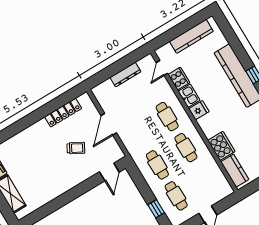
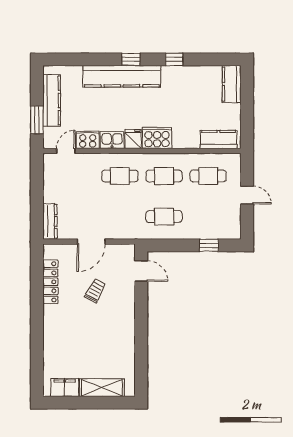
window: (171, 34) -> (37, 120), added
door: (162, 68) -> (66, 151), swing flipped
dresser: (125, 75) -> (50, 221), moved
door: (109, 124) -> (91, 242), hinge flipped
cooker: (221, 146) -> (157, 138), moved
cafe table: (176, 196) -> (208, 176), moved

